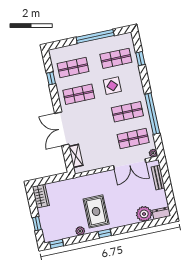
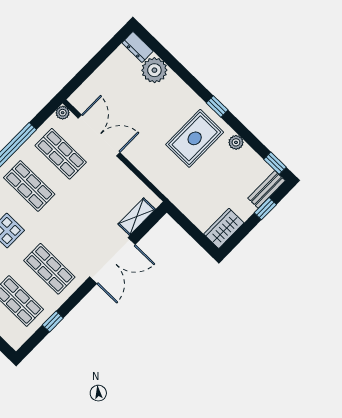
bench: (158, 178) -> (266, 189), moved

